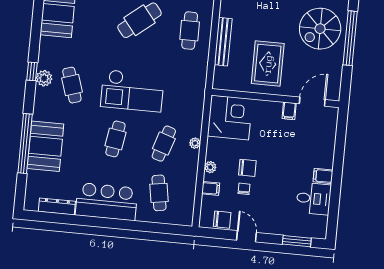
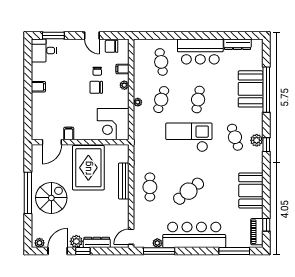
rug: (268, 64) -> (88, 168), width x1.37, depth x1.44
desk: (314, 199) -> (44, 51), moved

